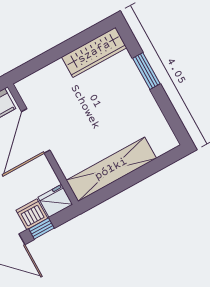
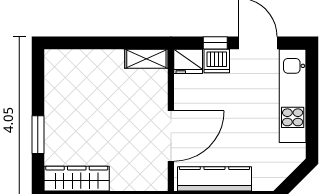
shelving: (111, 169) -> (146, 59), width x0.45, depth x0.75

